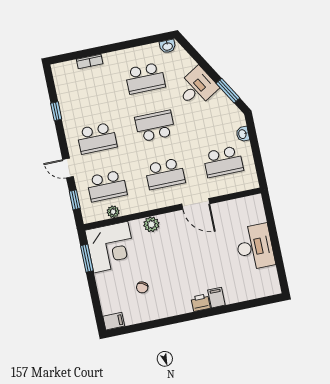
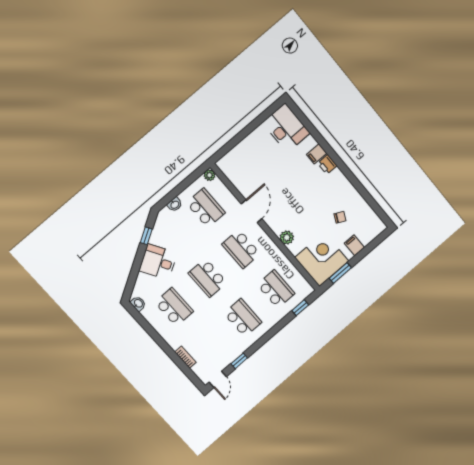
window: (228, 91) -> (146, 236), width x0.67
door: (68, 168) -> (218, 379), moved
school desk: (165, 174) -> (241, 249), turned 180
plant: (113, 212) -> (209, 175), moved
desk: (255, 247) -> (286, 128), moved, turned 90
filing cabinet: (114, 321) -> (354, 245), moved

